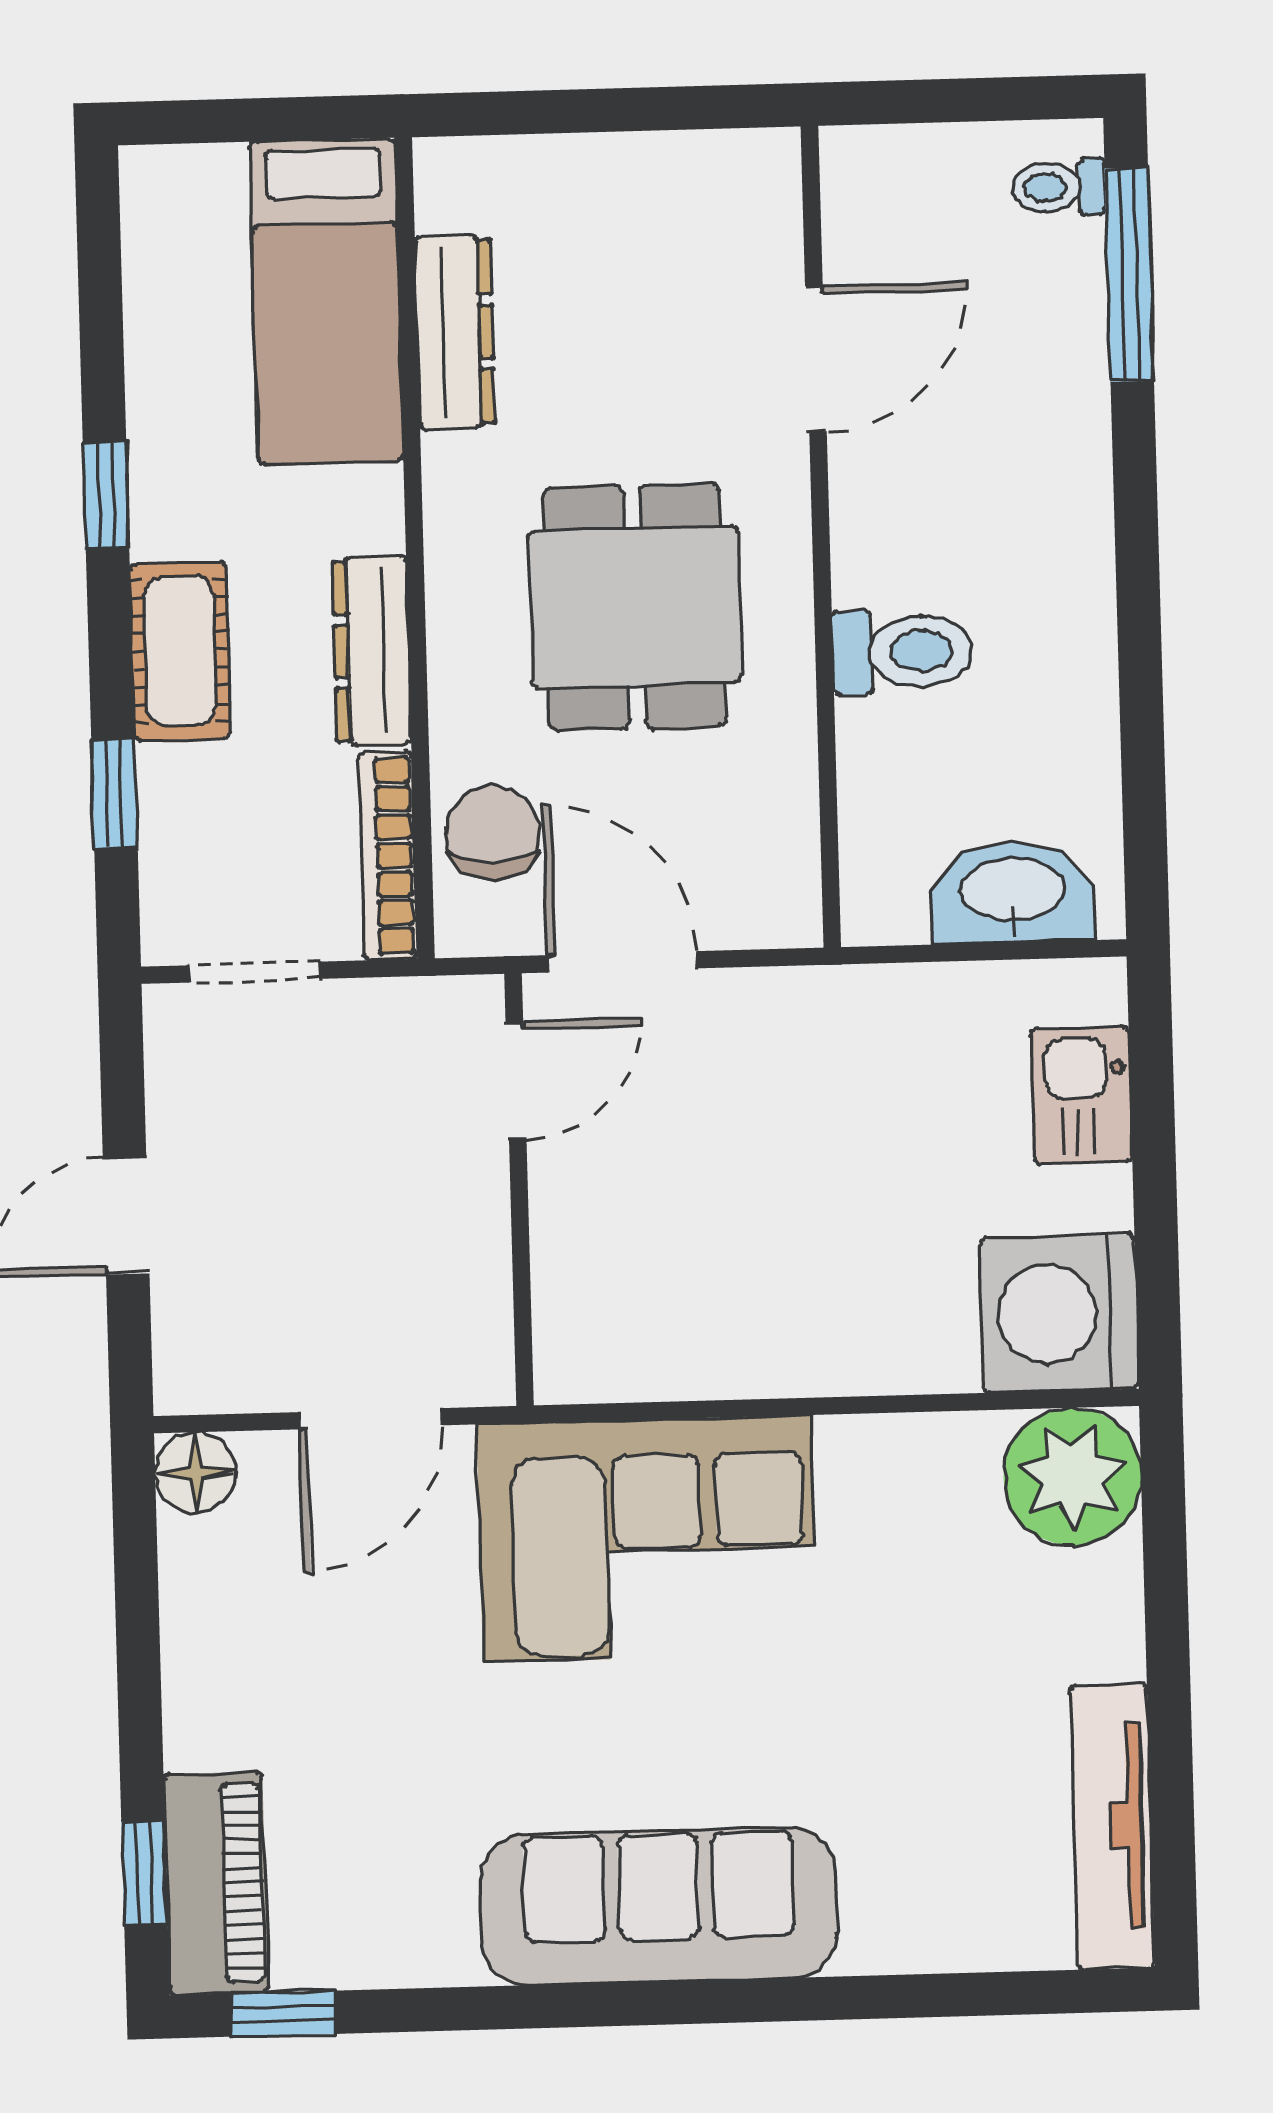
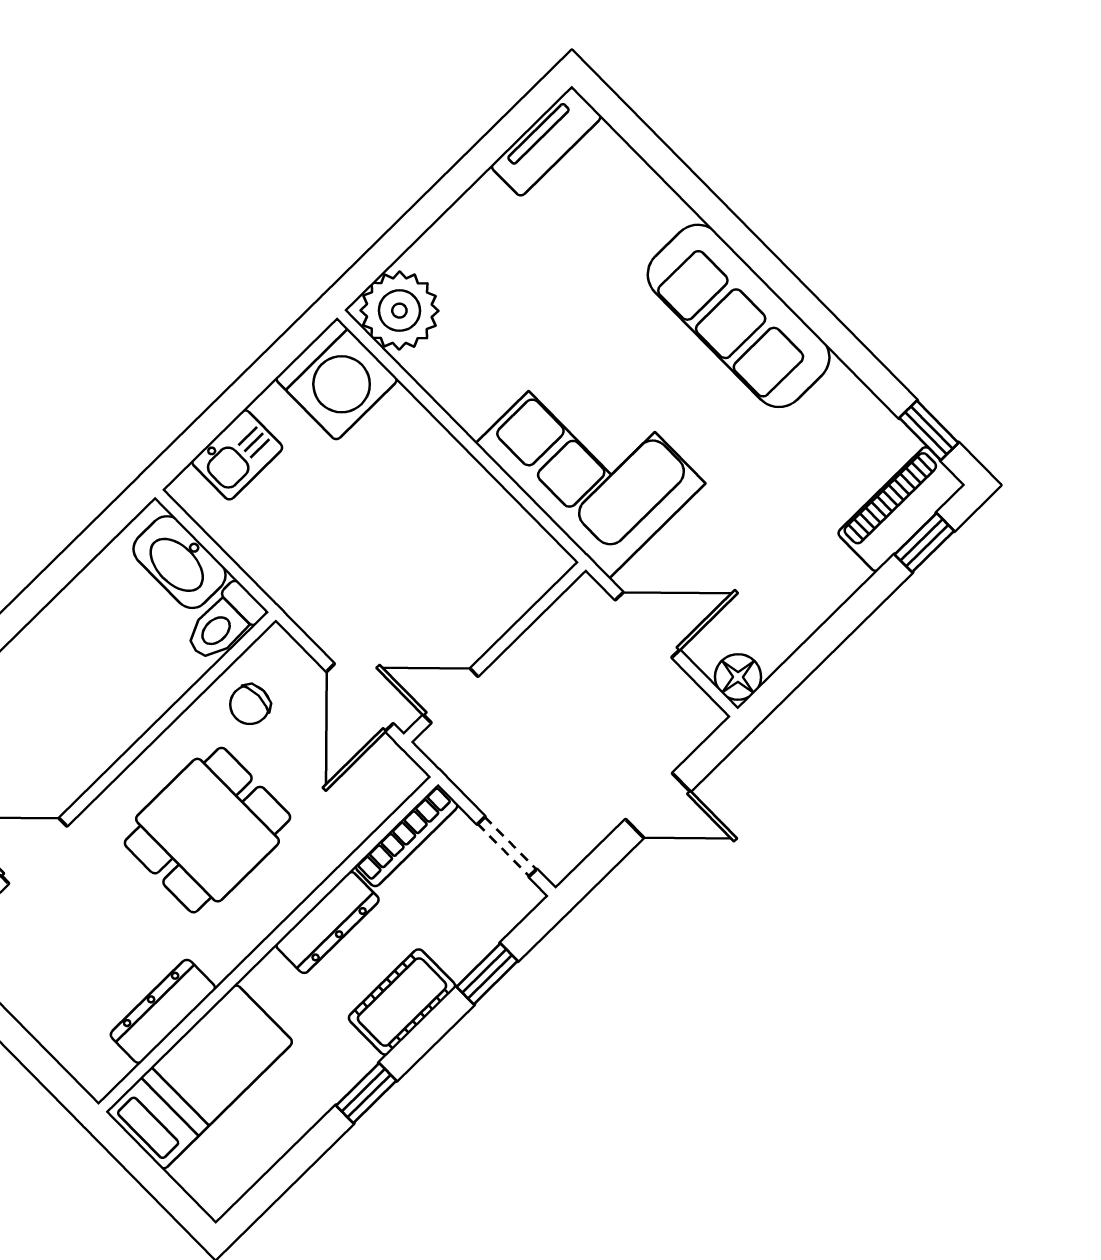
toilet: (902, 651) -> (224, 623), moved, turned -90
chair: (493, 832) -> (250, 705), moved, width x0.73, depth x0.73
tv unit: (1112, 1826) -> (546, 142), width x0.71

